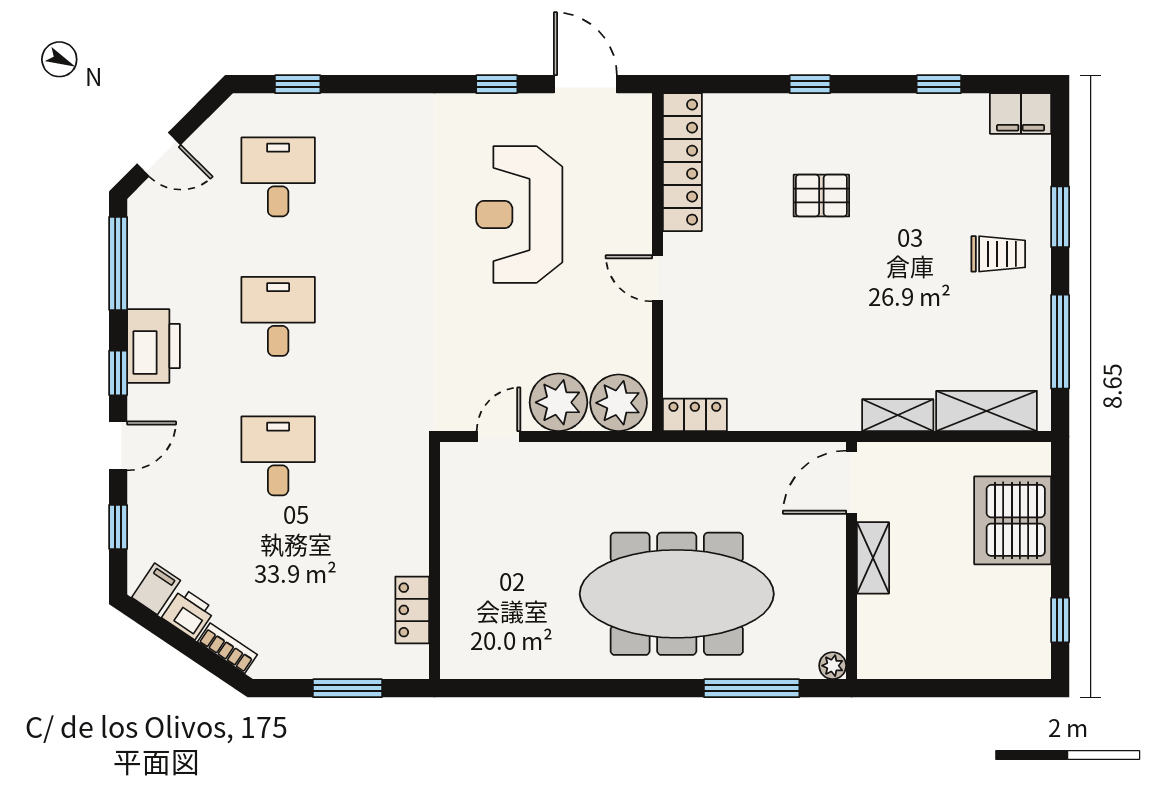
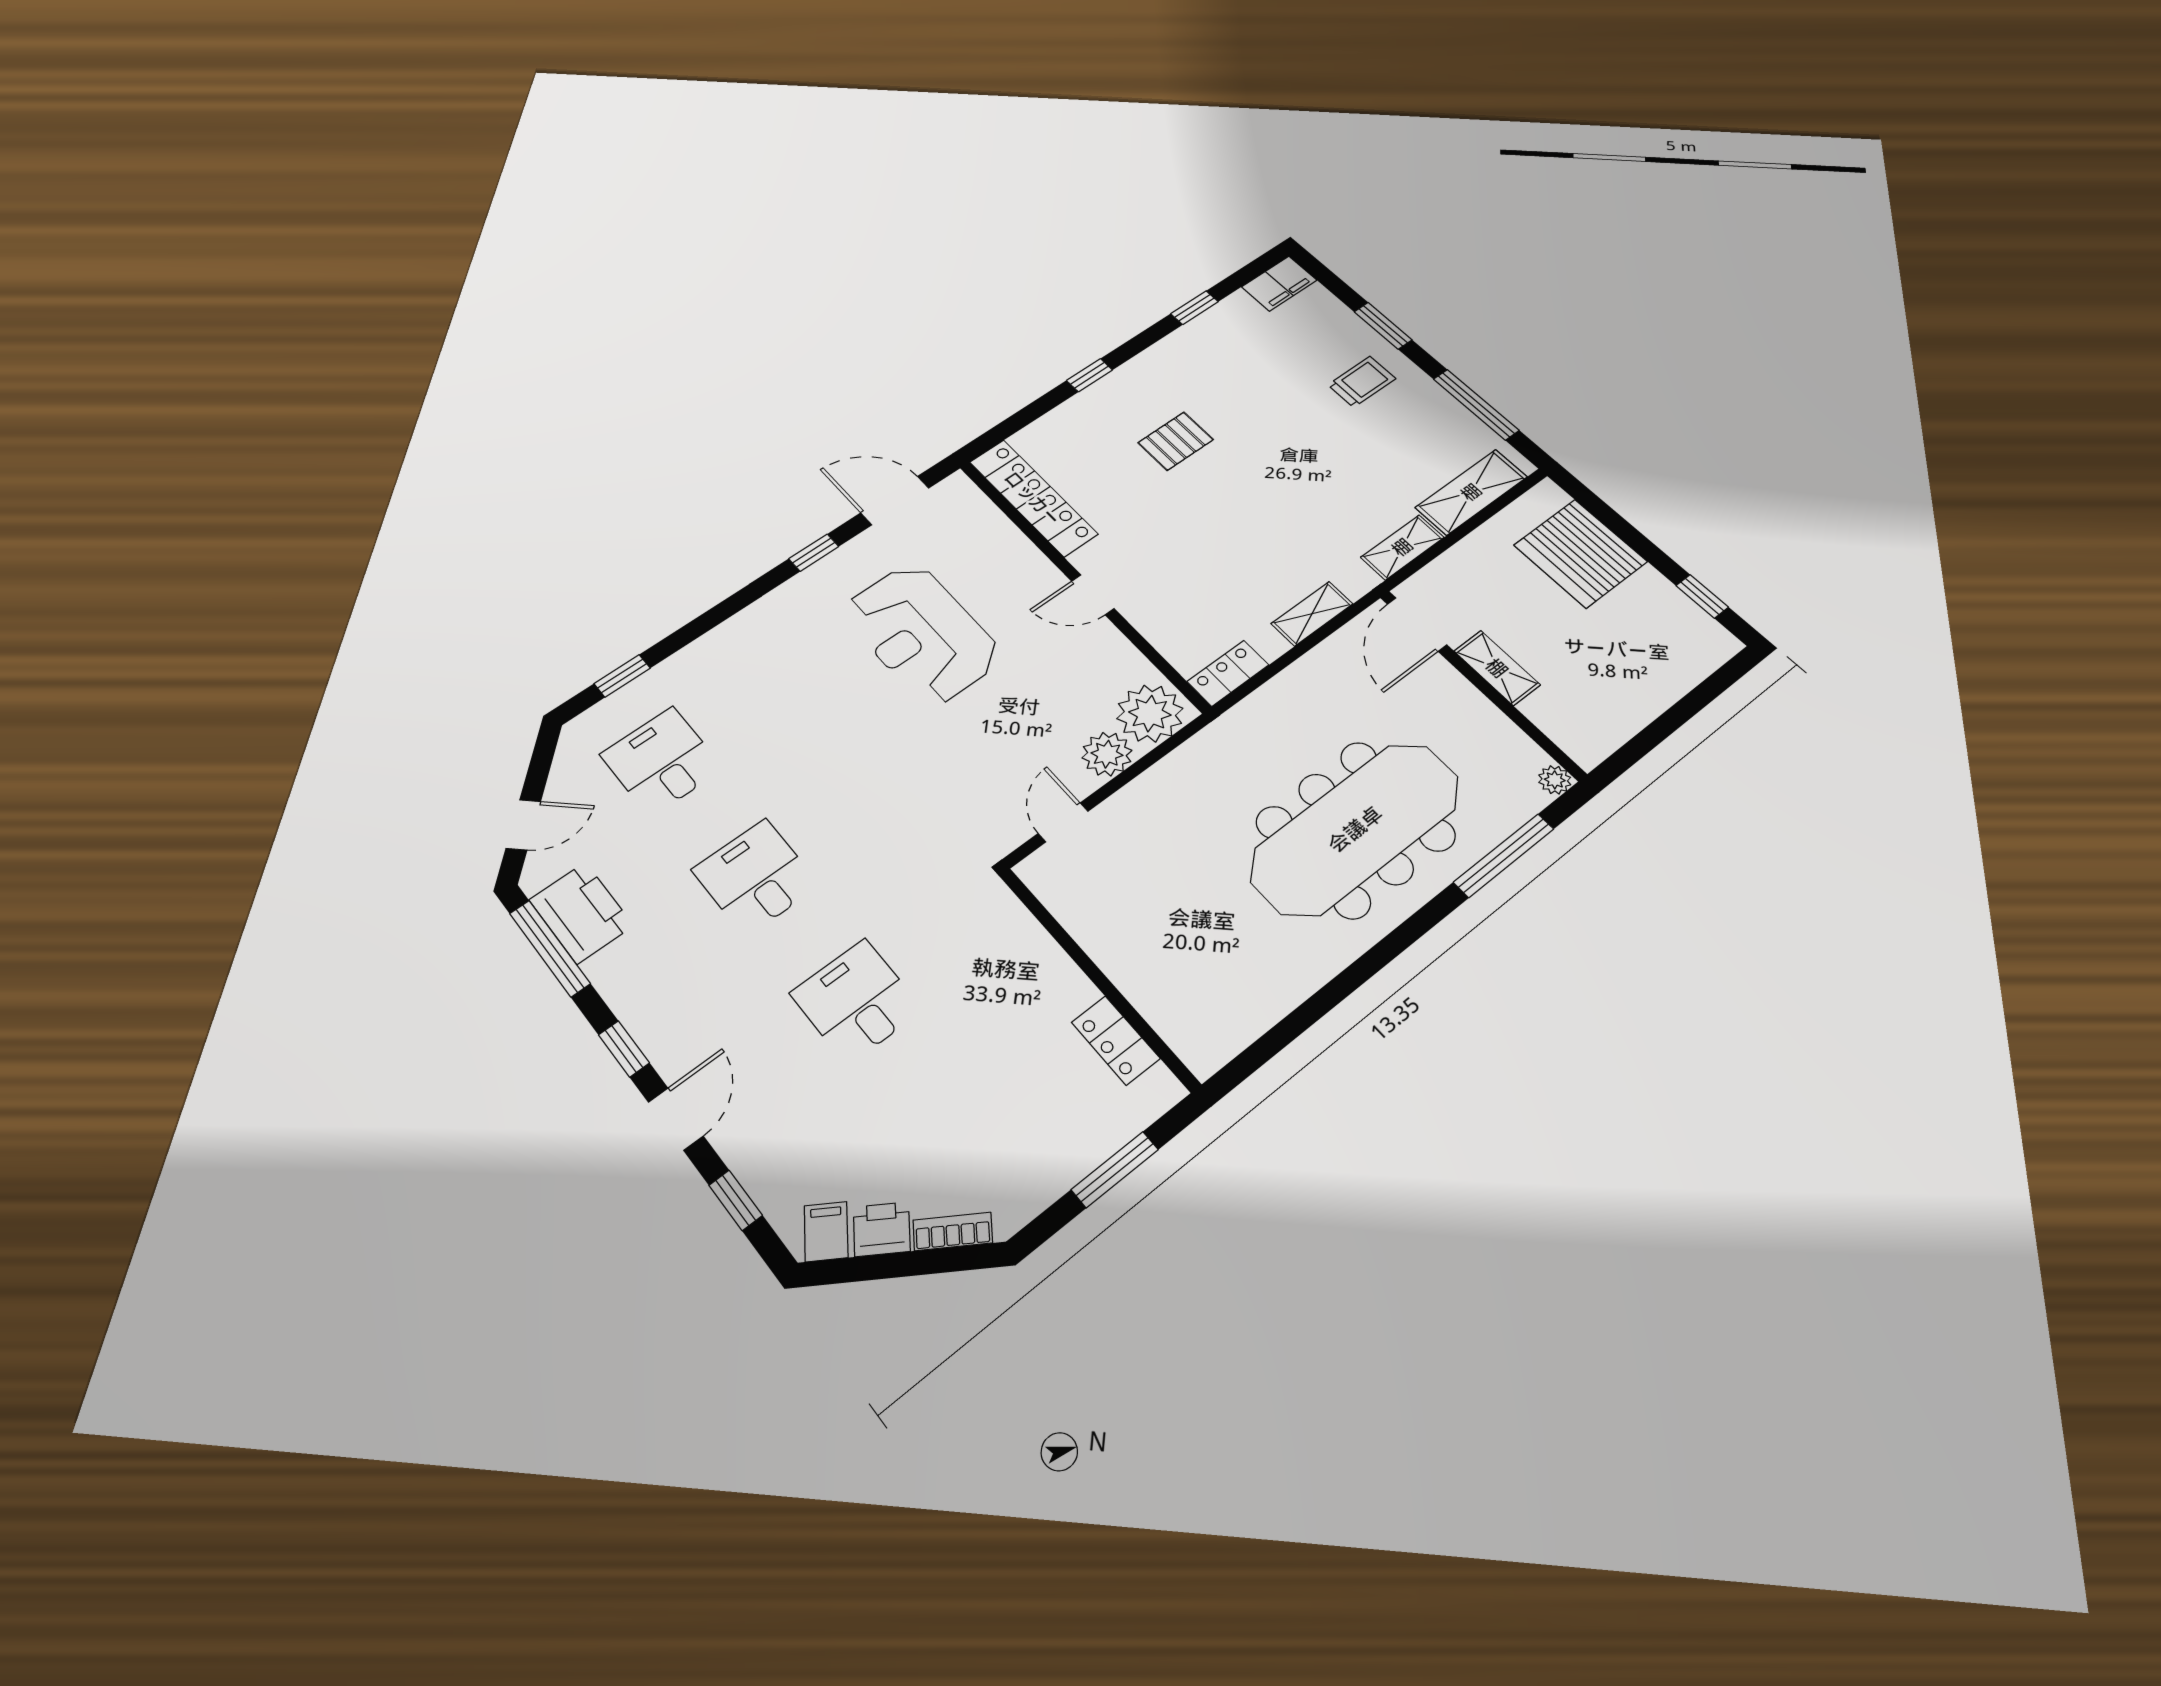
printer: (154, 346) -> (581, 913), moved
plant: (559, 402) -> (1107, 754), width x0.73, depth x0.73
shelving: (790, 416) -> (1312, 614), added

